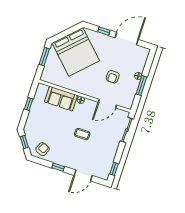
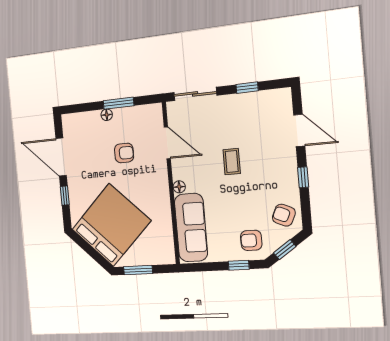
sofa: (61, 99) -> (191, 228), width x1.36
window: (29, 104) -> (239, 265), moved
armchair: (36, 127) -> (251, 240), added
window: (114, 169) -> (247, 88), moved

